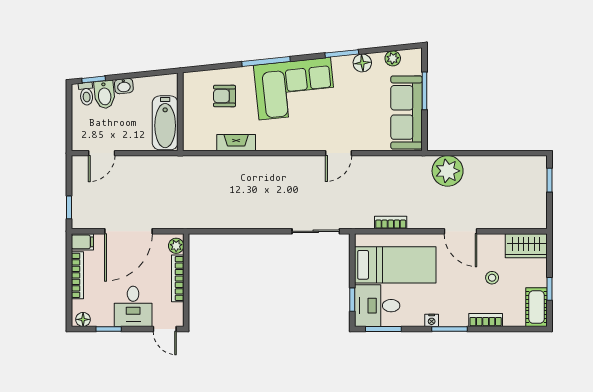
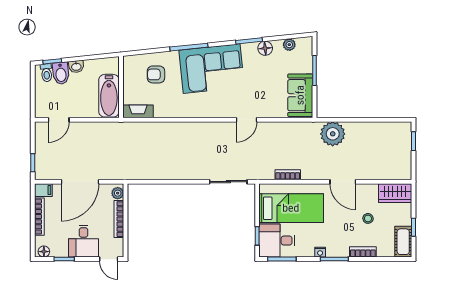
sofa: (407, 112) -> (300, 95), width x0.73
fireplace: (236, 143) -> (138, 111), moved

